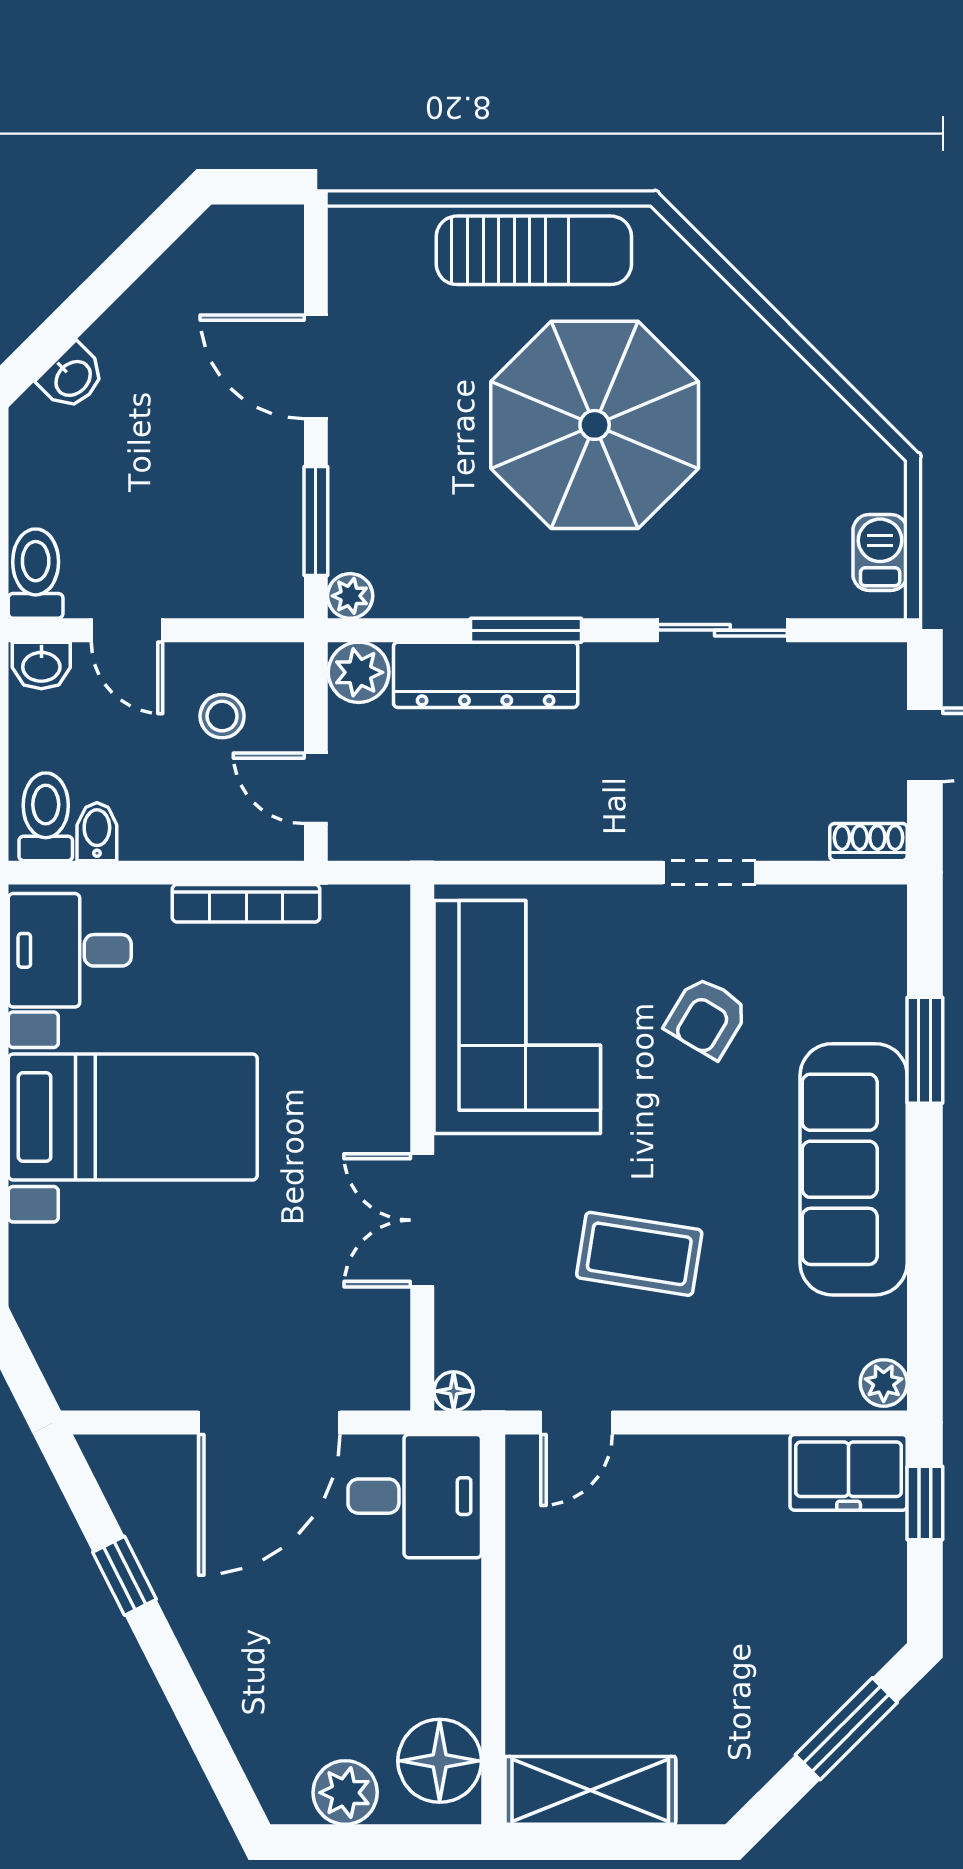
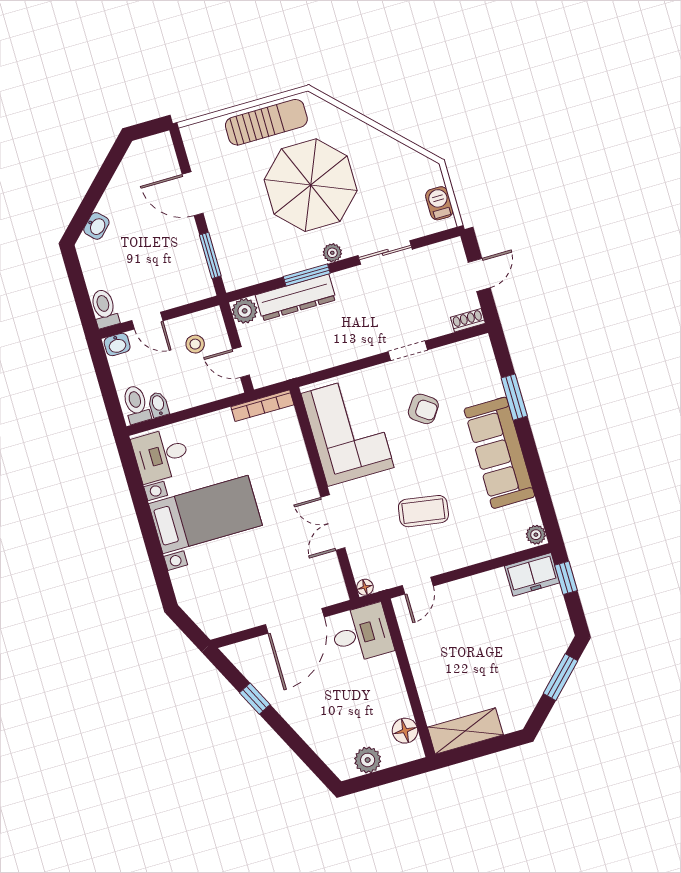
plant: (350, 596) -> (332, 253), moved
bookcase: (246, 903) -> (262, 406), moved
armchair: (707, 1017) -> (423, 409), turned -86
floor lamp: (440, 1761) -> (405, 731), width x0.73, depth x0.73

